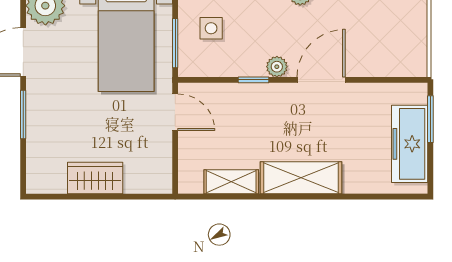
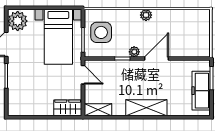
side table: (211, 28) -> (101, 32), width x1.87, depth x1.87
wardrobe: (95, 178) -> (68, 108), moved
shelving: (231, 182) -> (98, 110), moved

